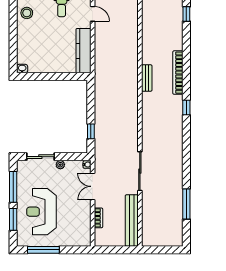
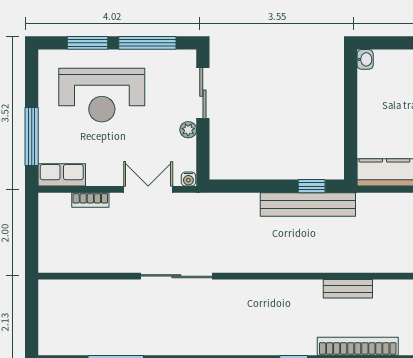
window: (91, 131) -> (312, 186), moved
reception desk: (41, 212) -> (102, 95), turned 180
bench: (132, 220) -> (308, 204), moved
row of seats: (85, 233) -> (62, 175), added
window: (43, 250) -> (32, 136), moved

